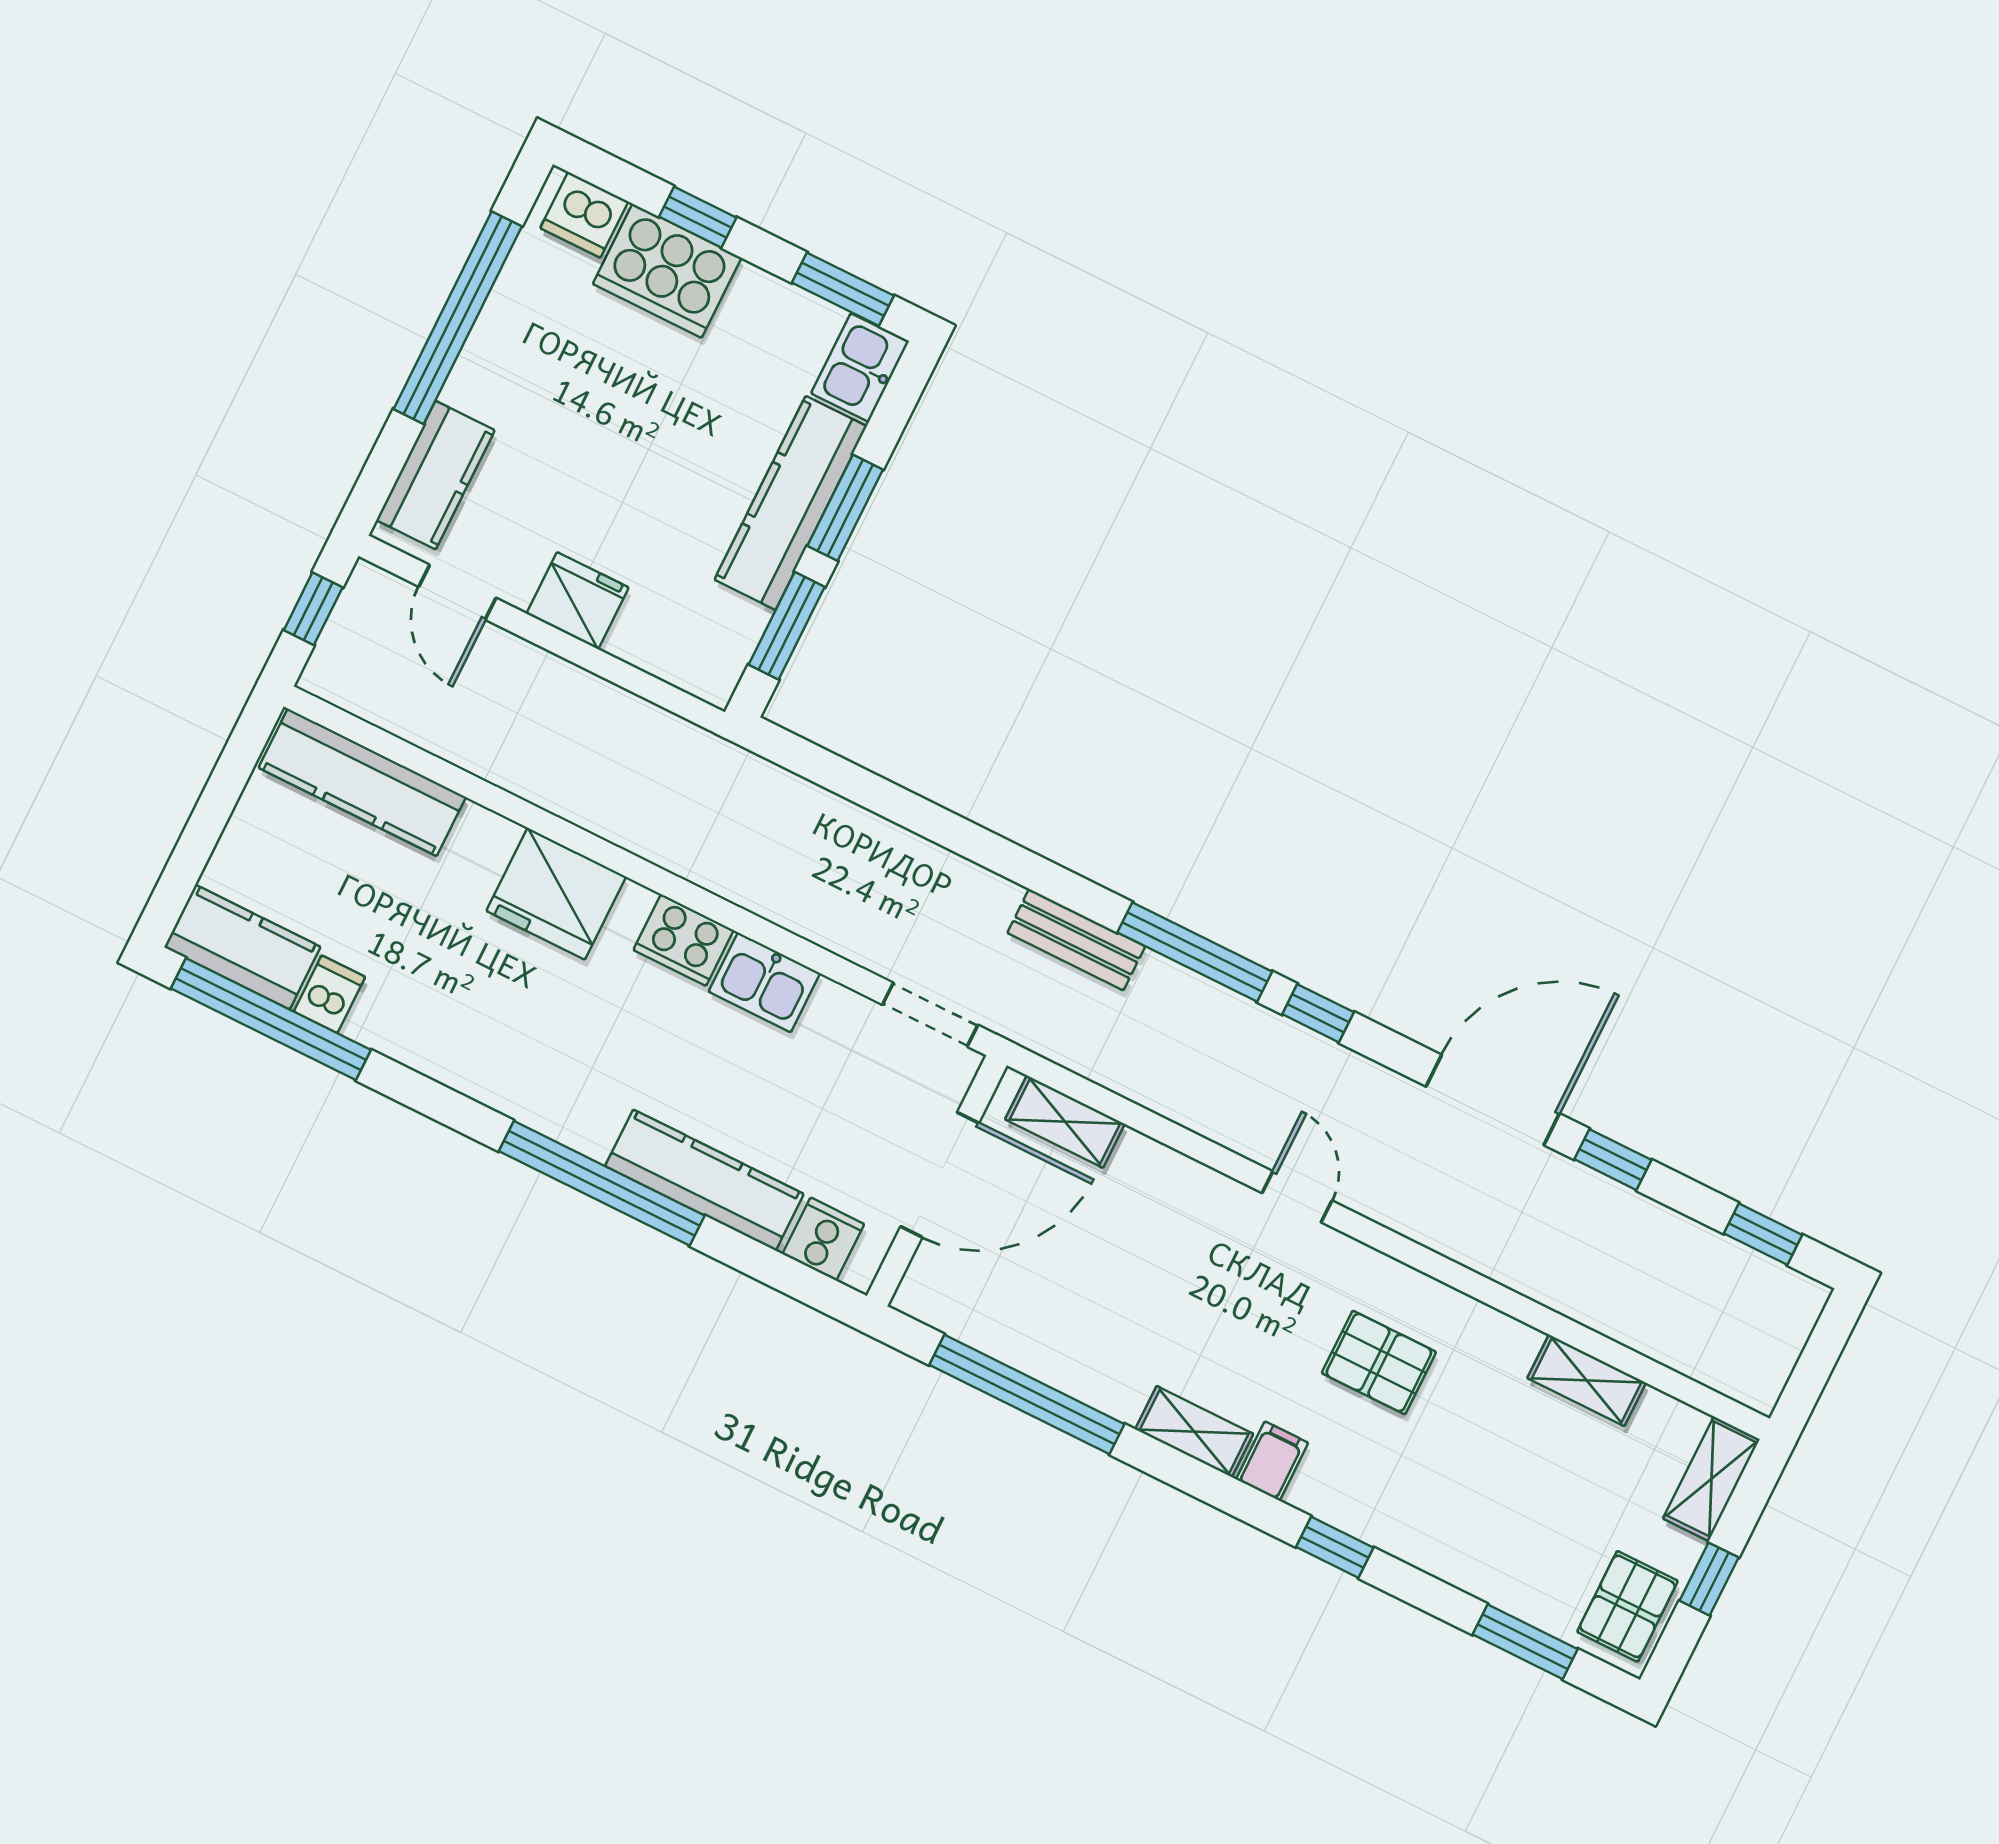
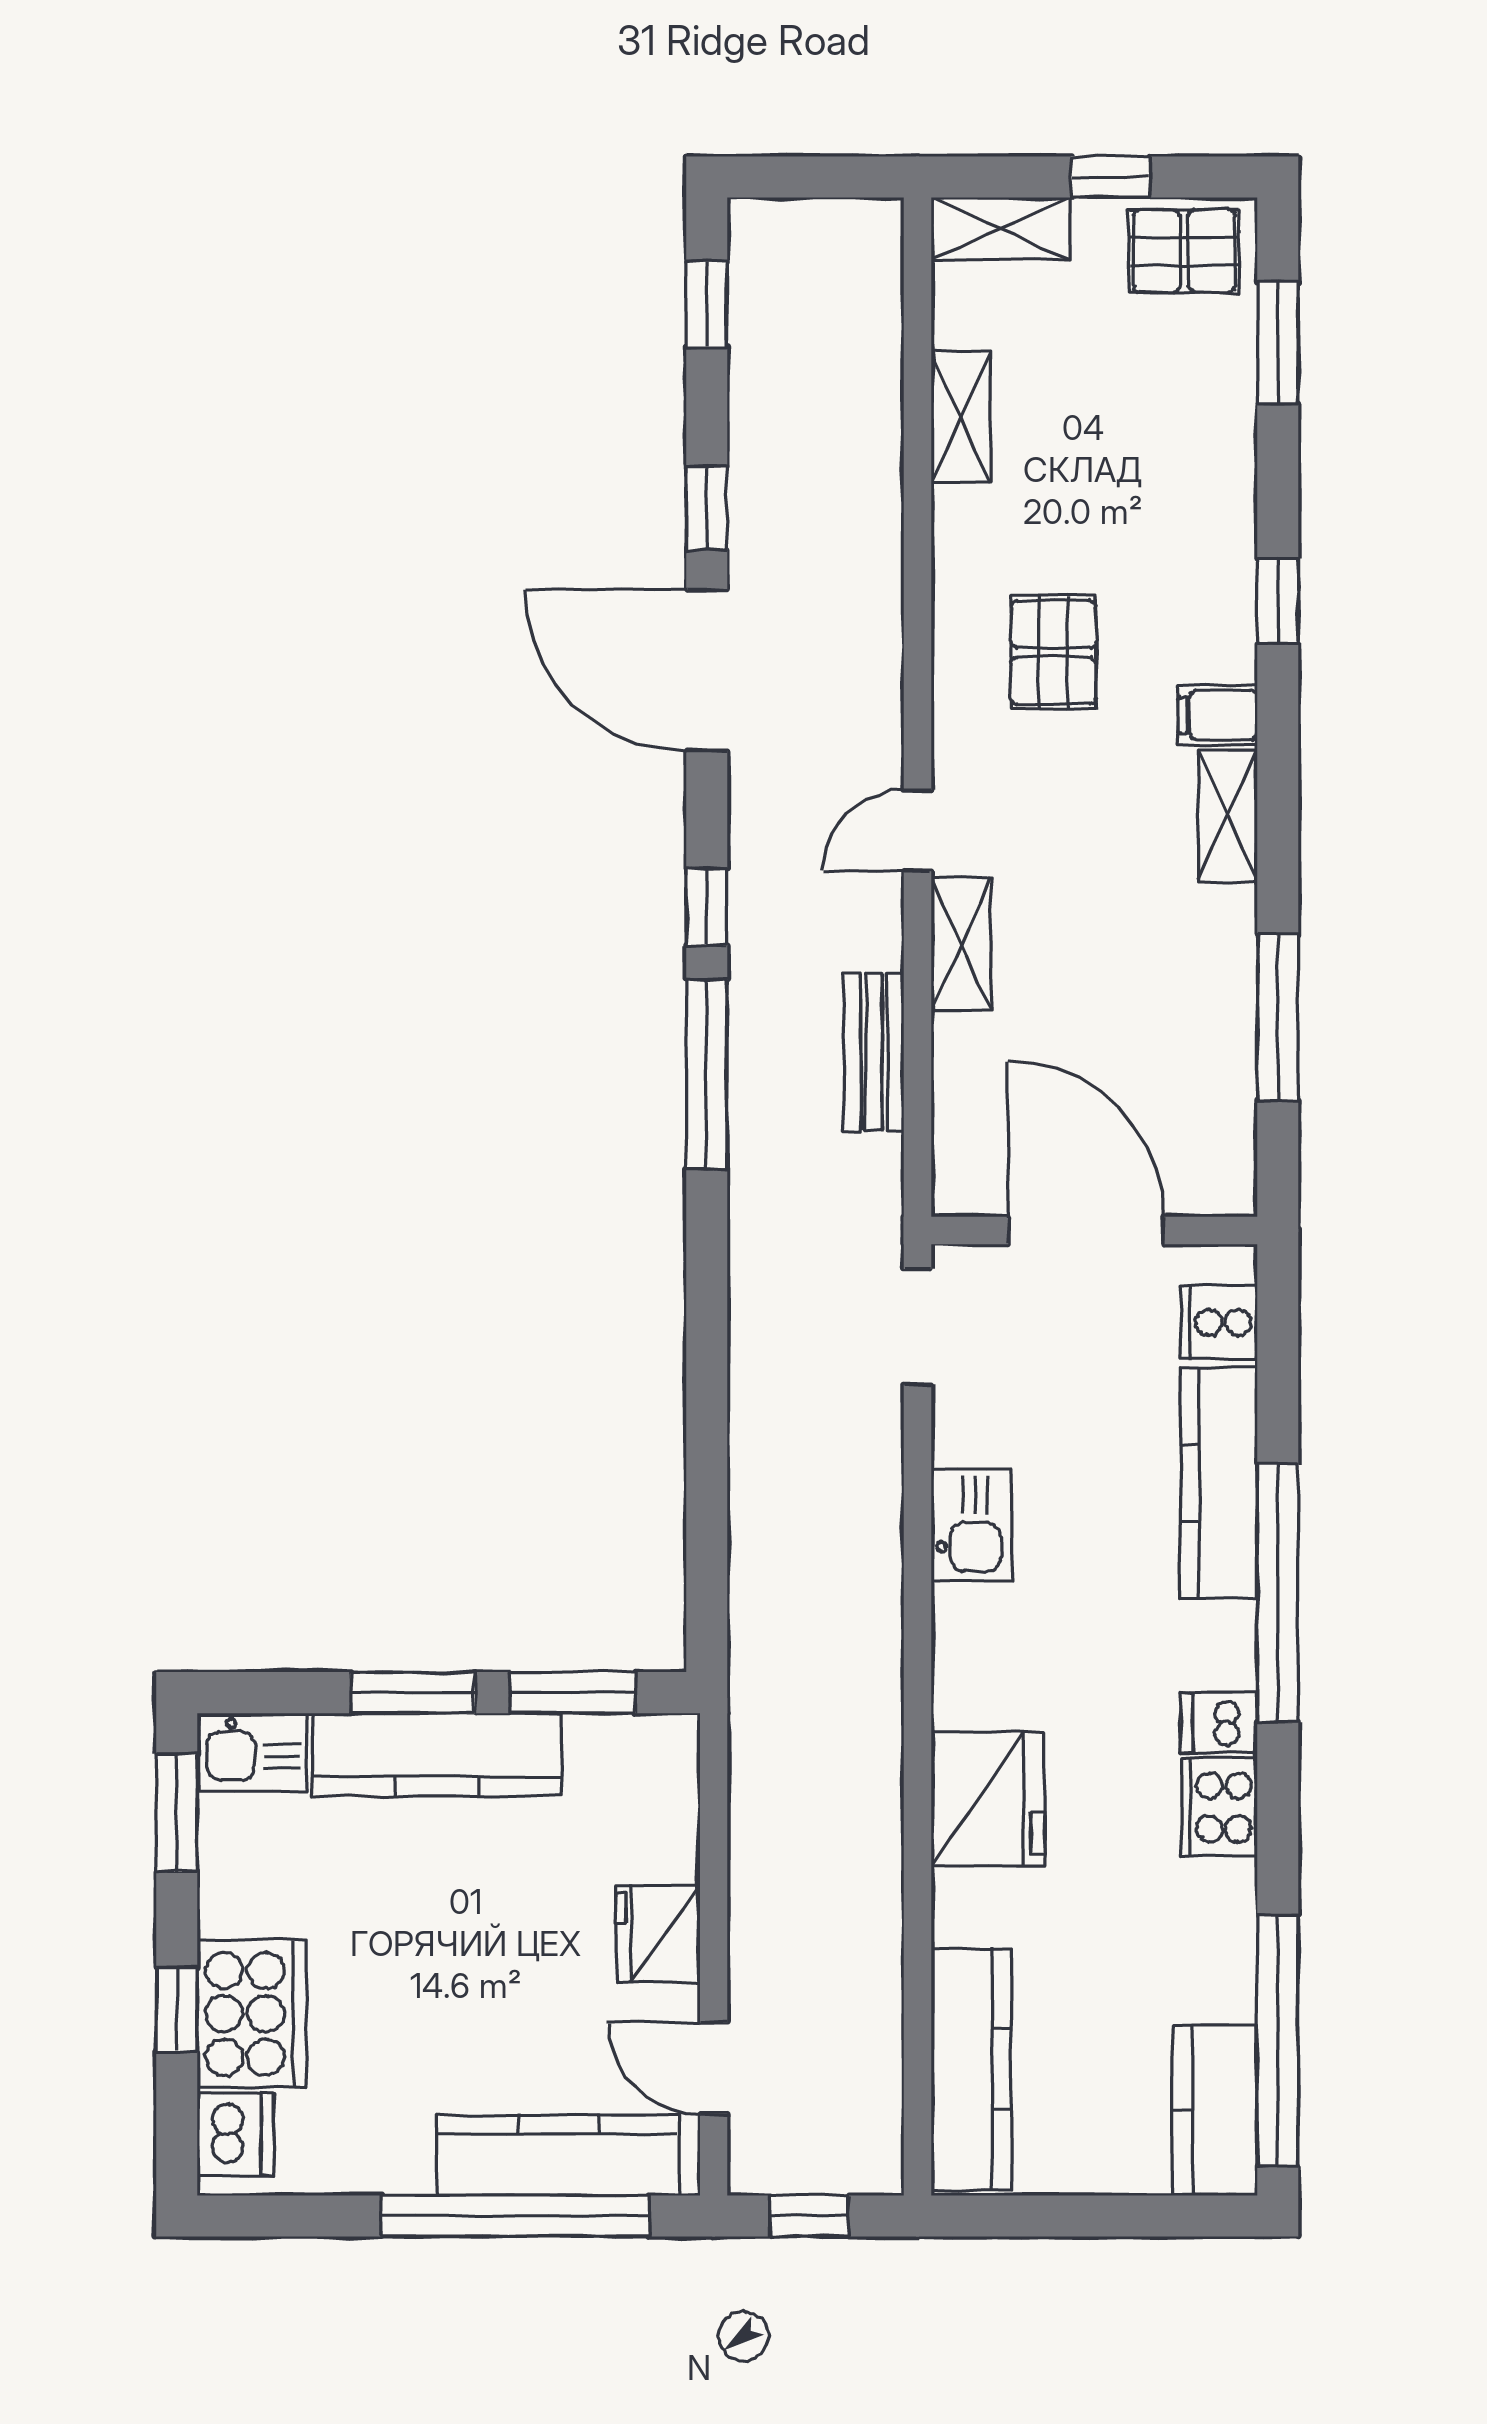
window: (458, 318) -> (515, 2216), moved
kitchen counter: (435, 475) -> (558, 2155), width x1.50
door: (457, 592) -> (714, 2068), swing flipped
cooker: (684, 940) -> (1219, 1807), moved, turned 180
bench: (1076, 940) -> (874, 1052), moved
dishwasher: (329, 994) -> (1219, 1723), moved
shelving: (1065, 1122) -> (961, 943), moved
window: (1027, 1394) -> (1278, 1017), width x0.68

